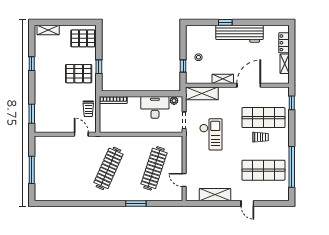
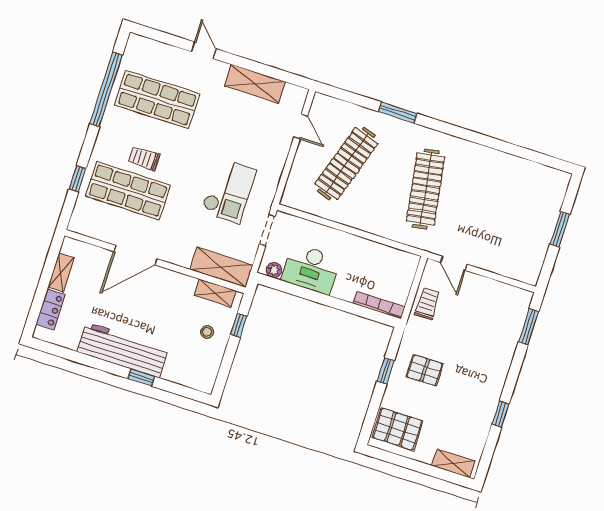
pallet: (79, 74) -> (425, 370), width x0.67, depth x0.71
shelving: (223, 79) -> (215, 293), moved
window: (292, 103) -> (77, 179), moved
checkout: (211, 134) -> (229, 191), turned 180
clothes rail: (108, 168) -> (426, 189), turned -33
window: (32, 170) -> (560, 229), width x0.69

